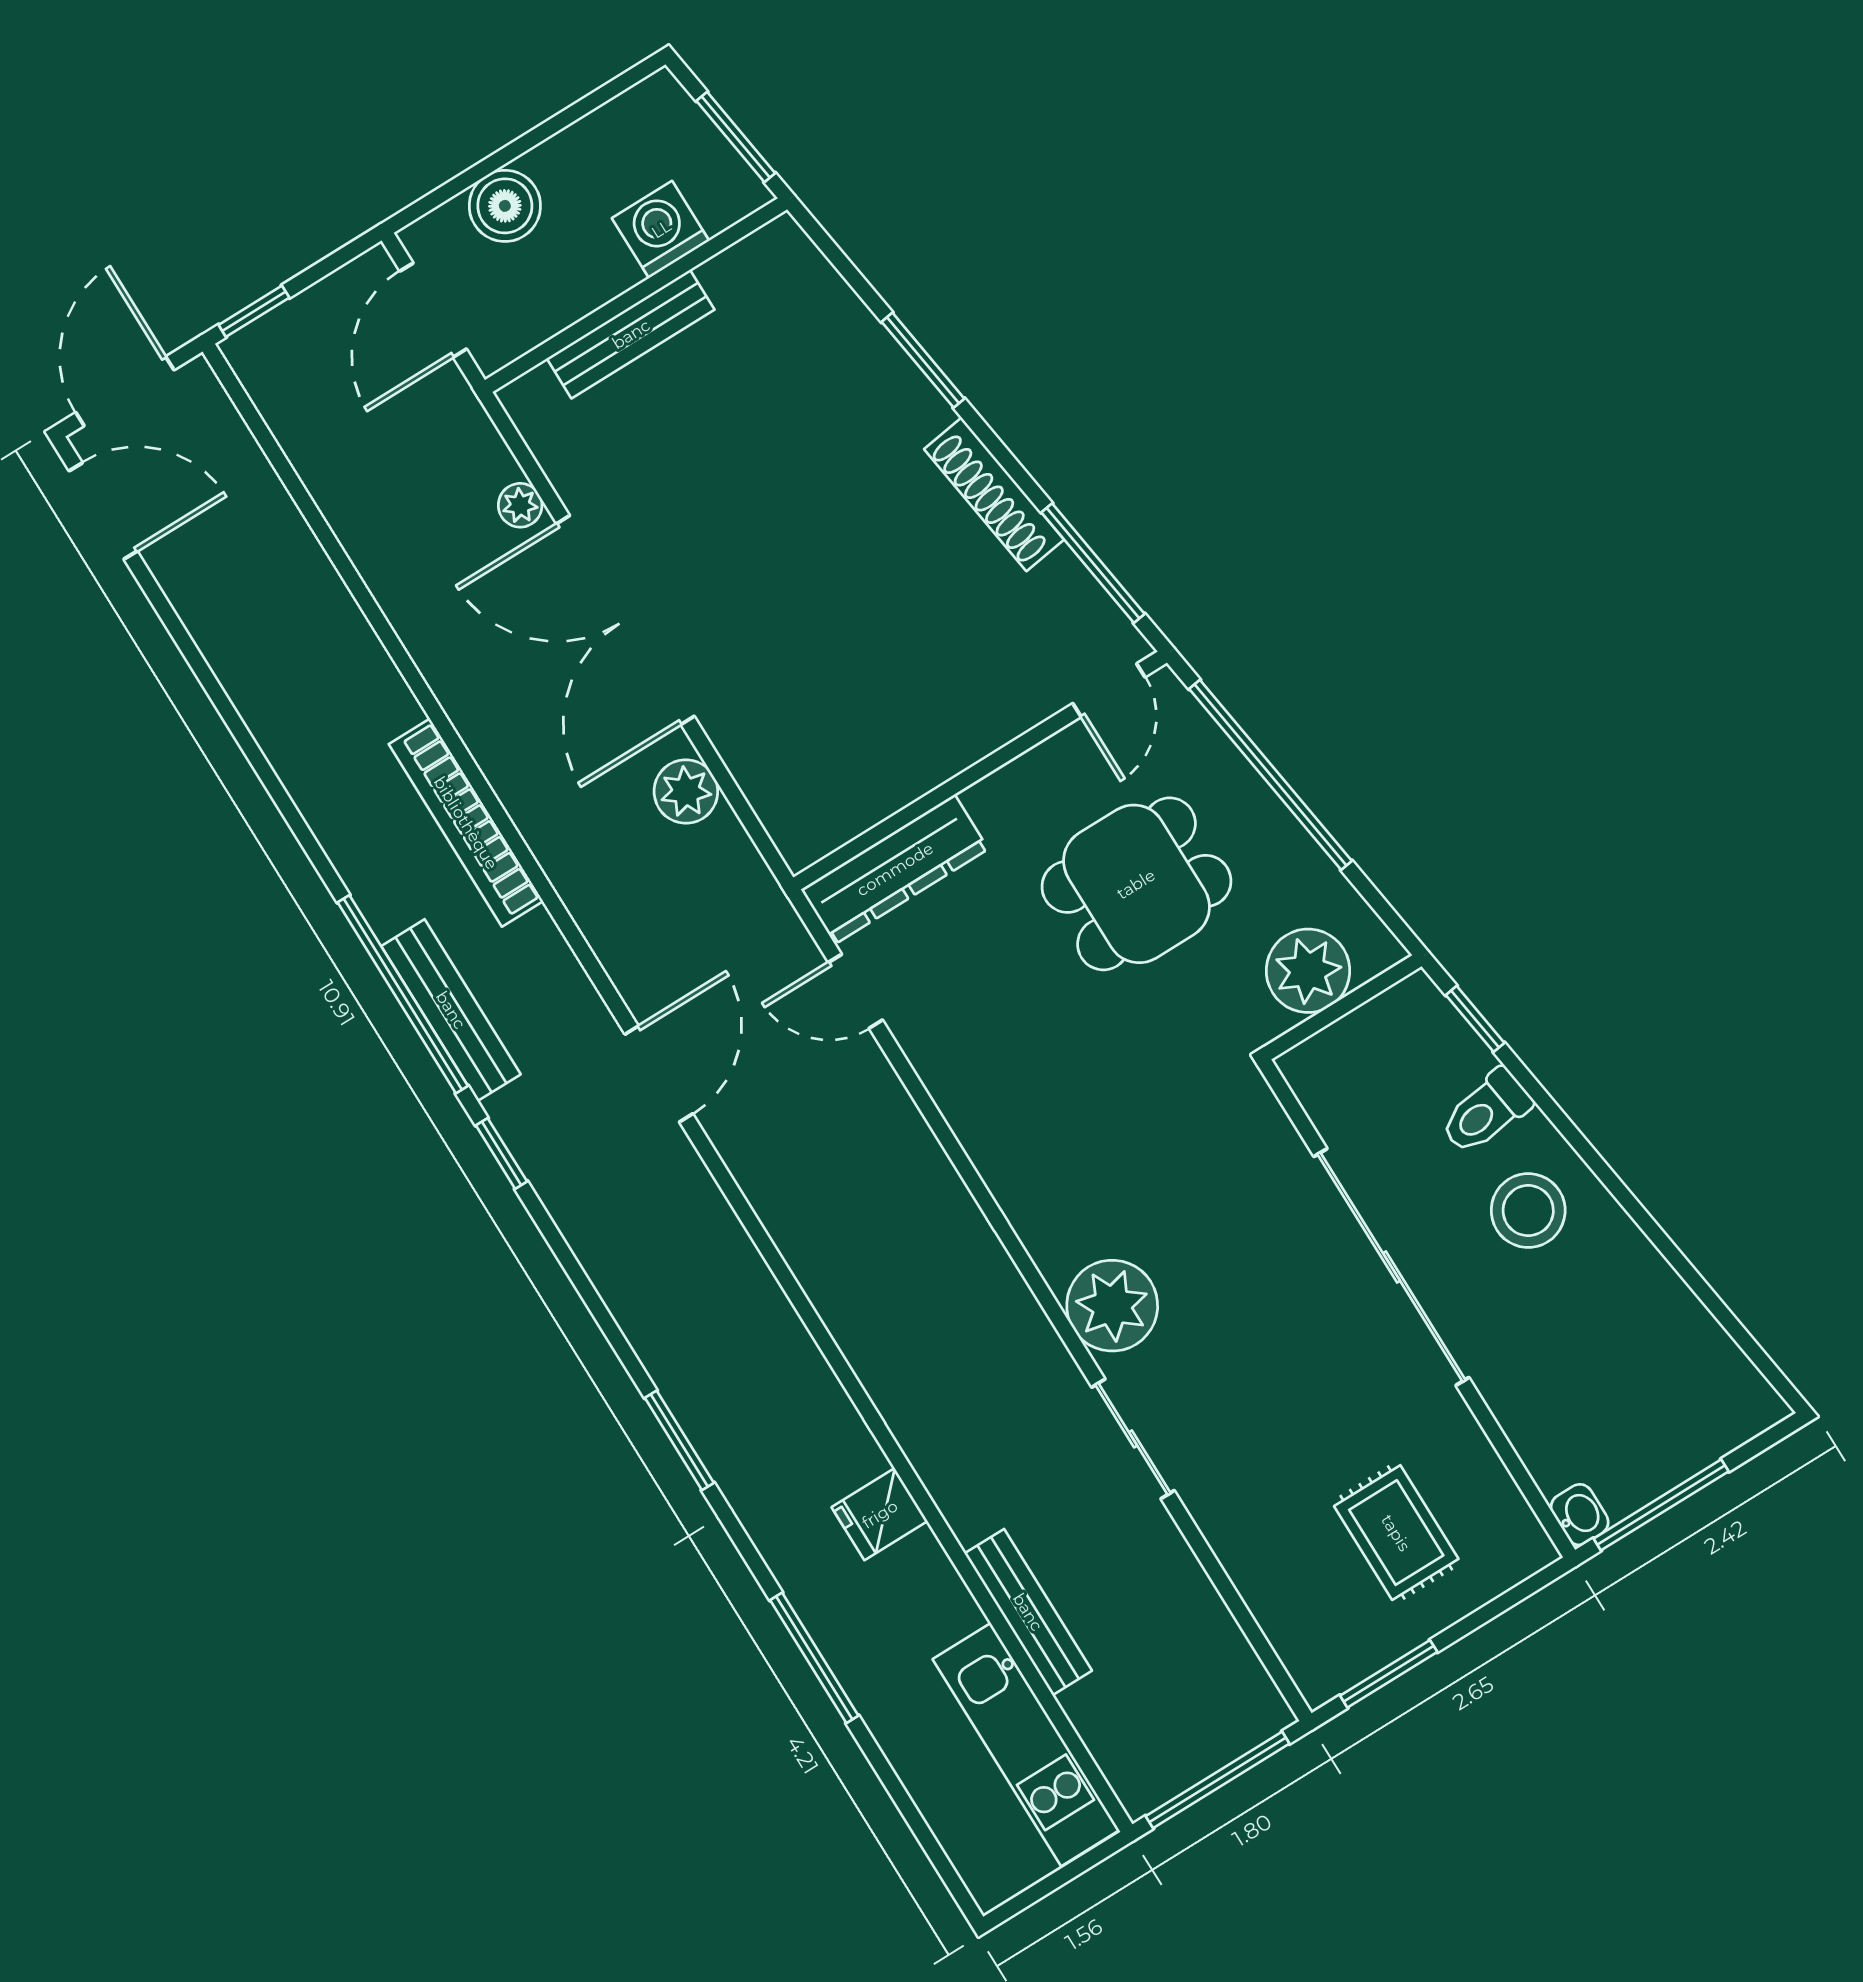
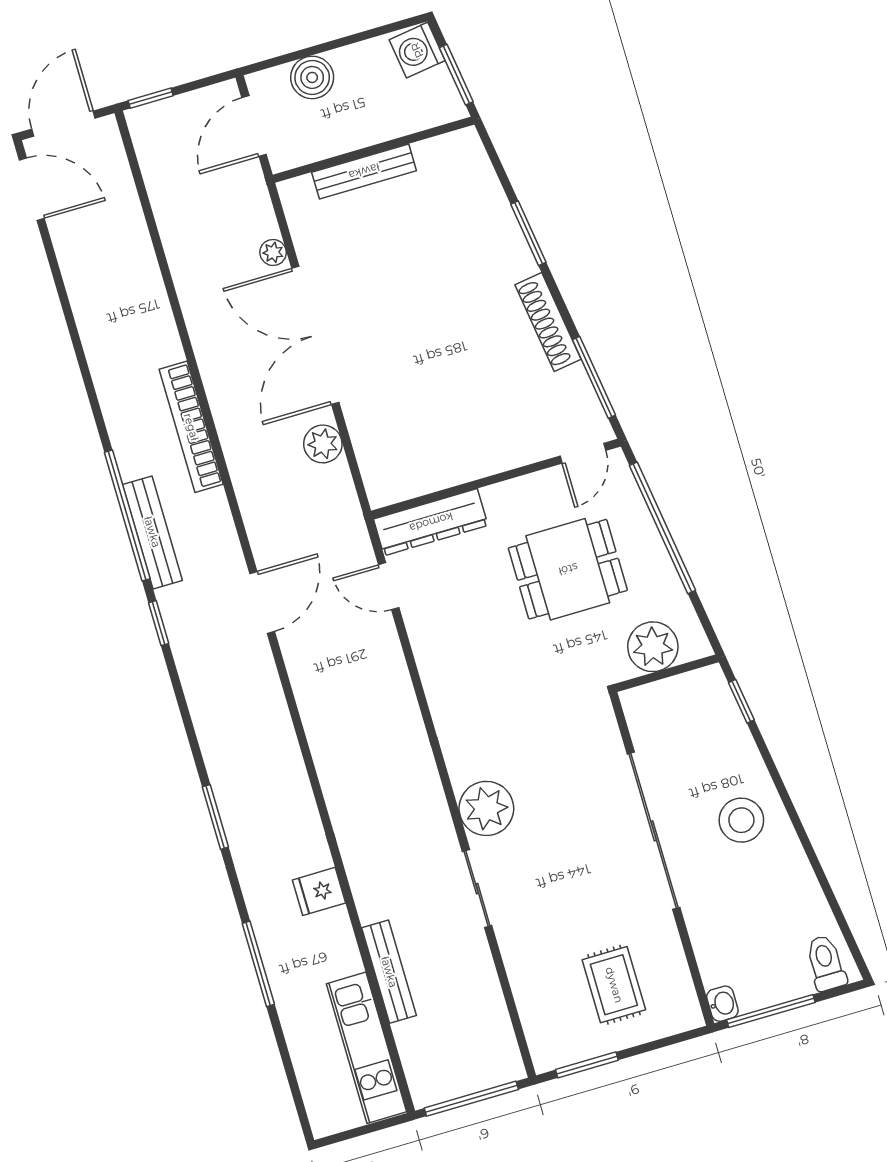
washing machine: (661, 229) -> (417, 50), moved, turned -98
toilet: (1486, 1112) -> (826, 963), moved, turned 98

